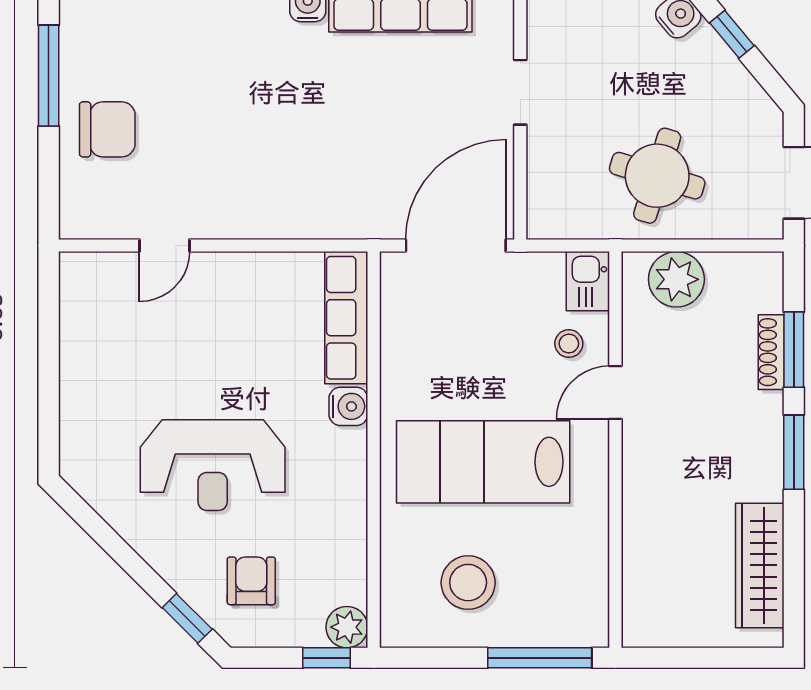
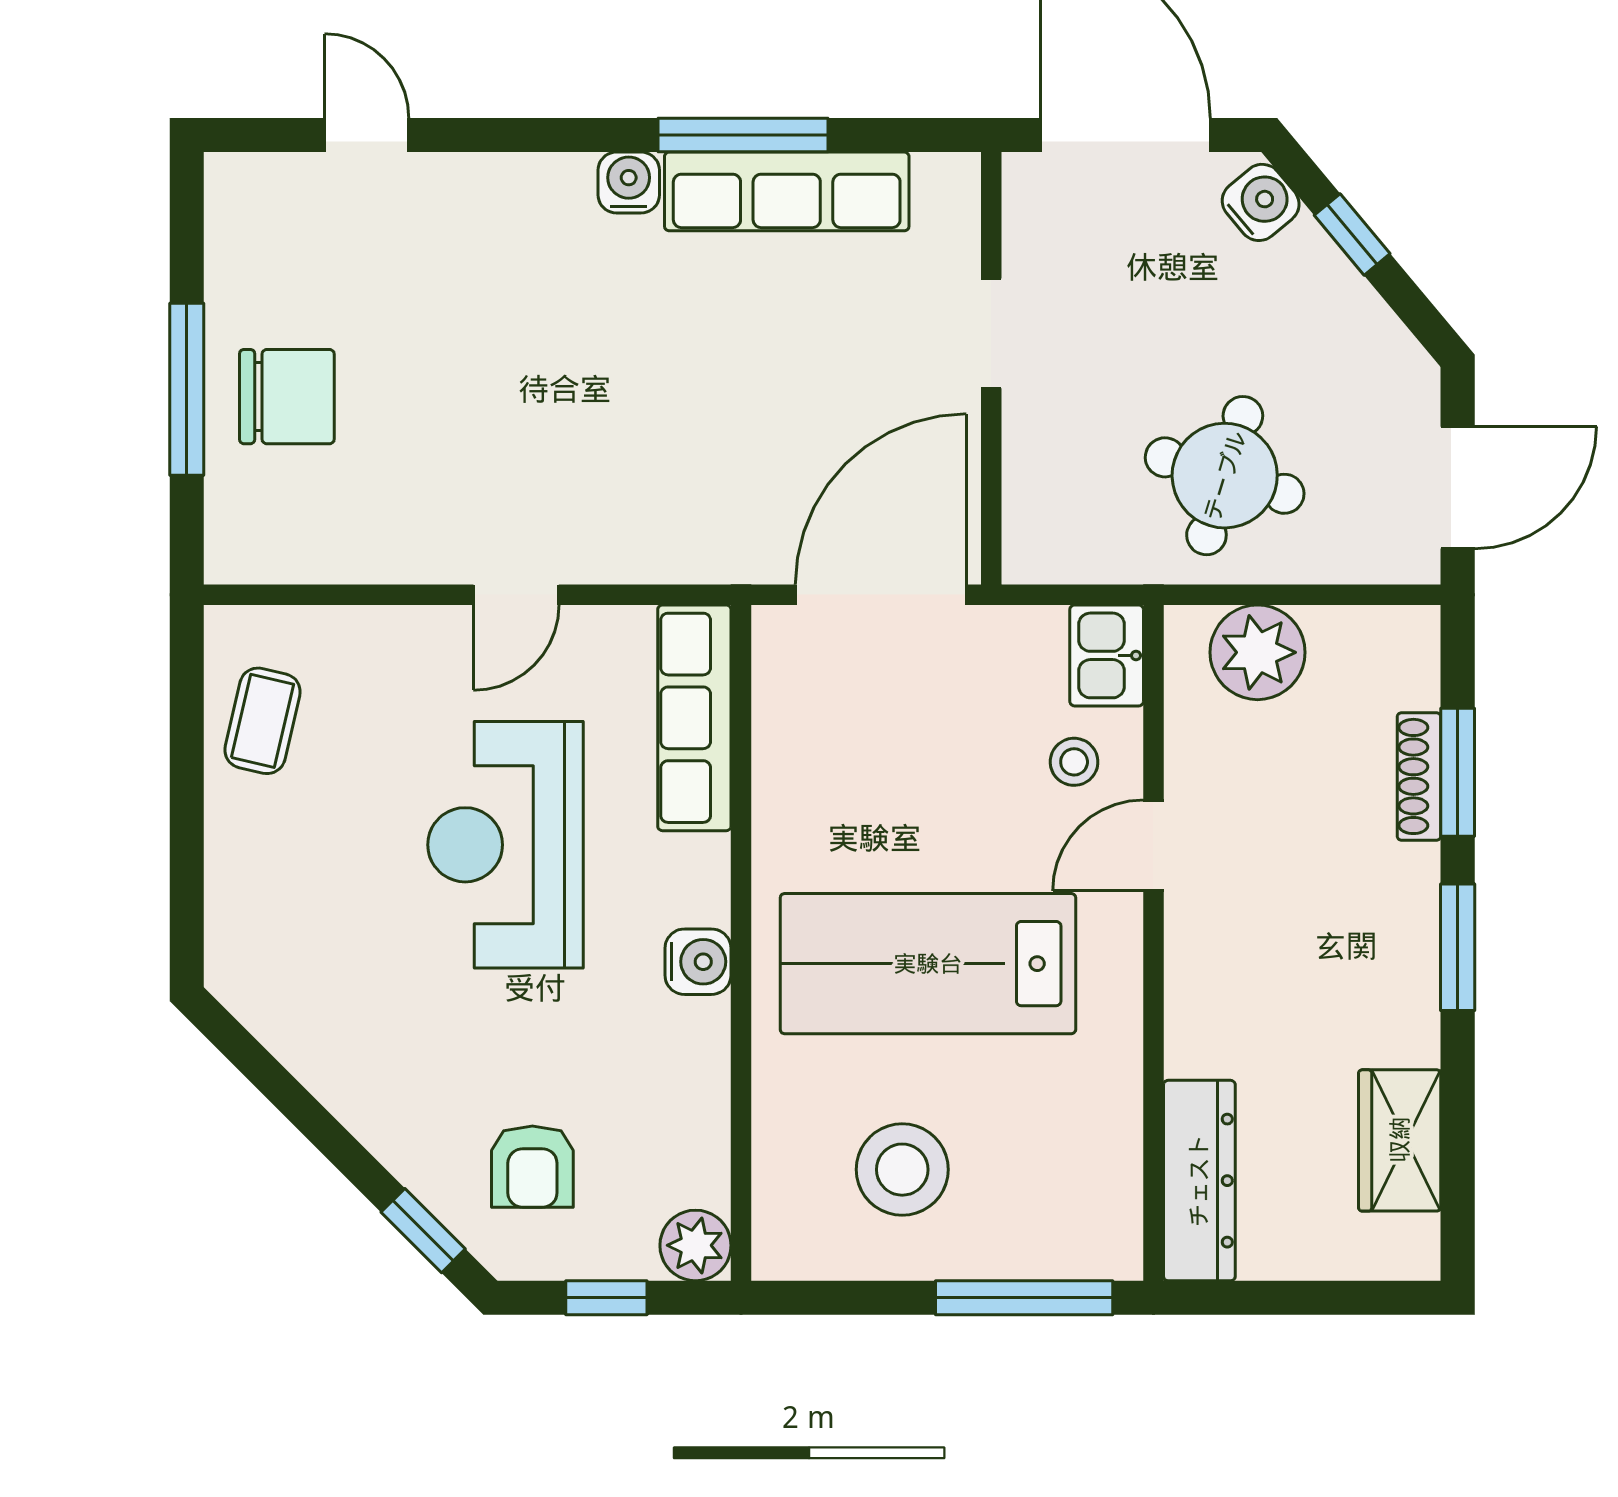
window: (49, 76) -> (187, 389), moved
door: (165, 246) -> (516, 595), moved
coffee table: (93, 319) -> (262, 721), added
water cooler: (348, 406) -> (698, 962), moved
reception desk: (213, 465) -> (505, 845), moved, turned 90
wardrobe: (760, 565) -> (1400, 1140), width x0.67
armchair: (251, 581) -> (532, 1167), turned 180
dresser: (642, 589) -> (1199, 1181), added
window: (326, 658) -> (606, 1298), moved

